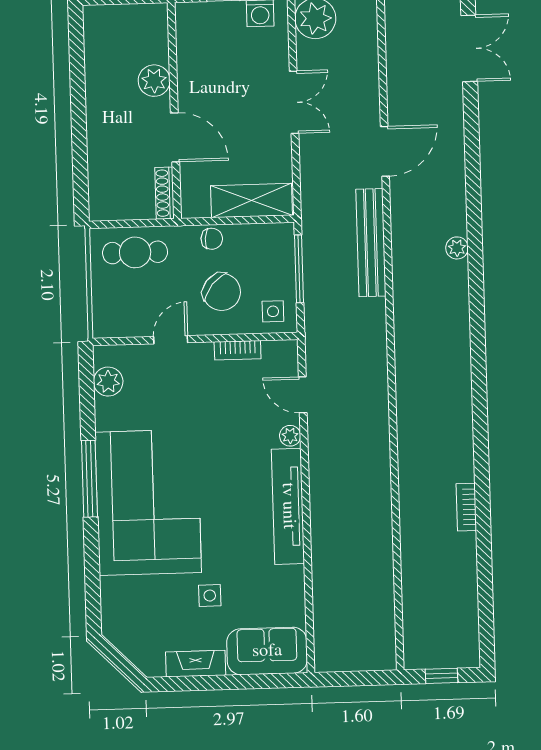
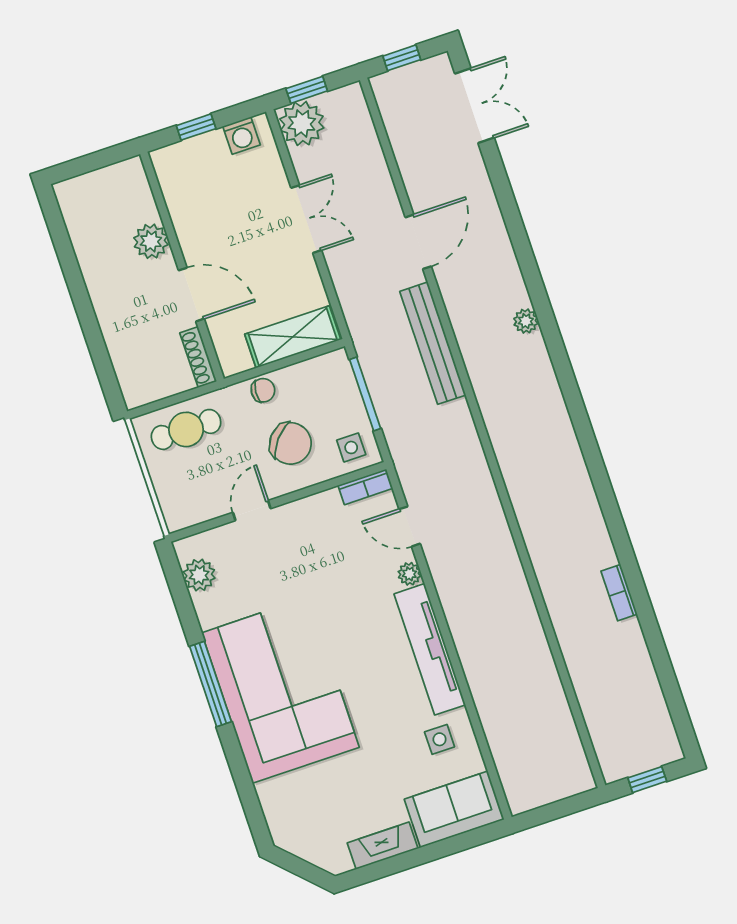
bookcase: (238, 350) -> (365, 487), moved
side table: (210, 596) -> (440, 739), moved

